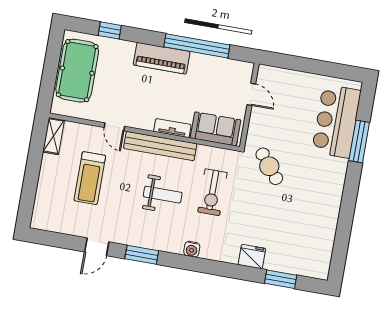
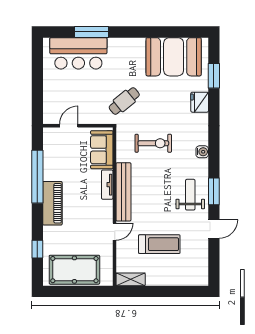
weight bench: (163, 195) -> (190, 195), moved
booth: (312, 235) -> (174, 57), added
door: (97, 247) -> (214, 229), hinge flipped

